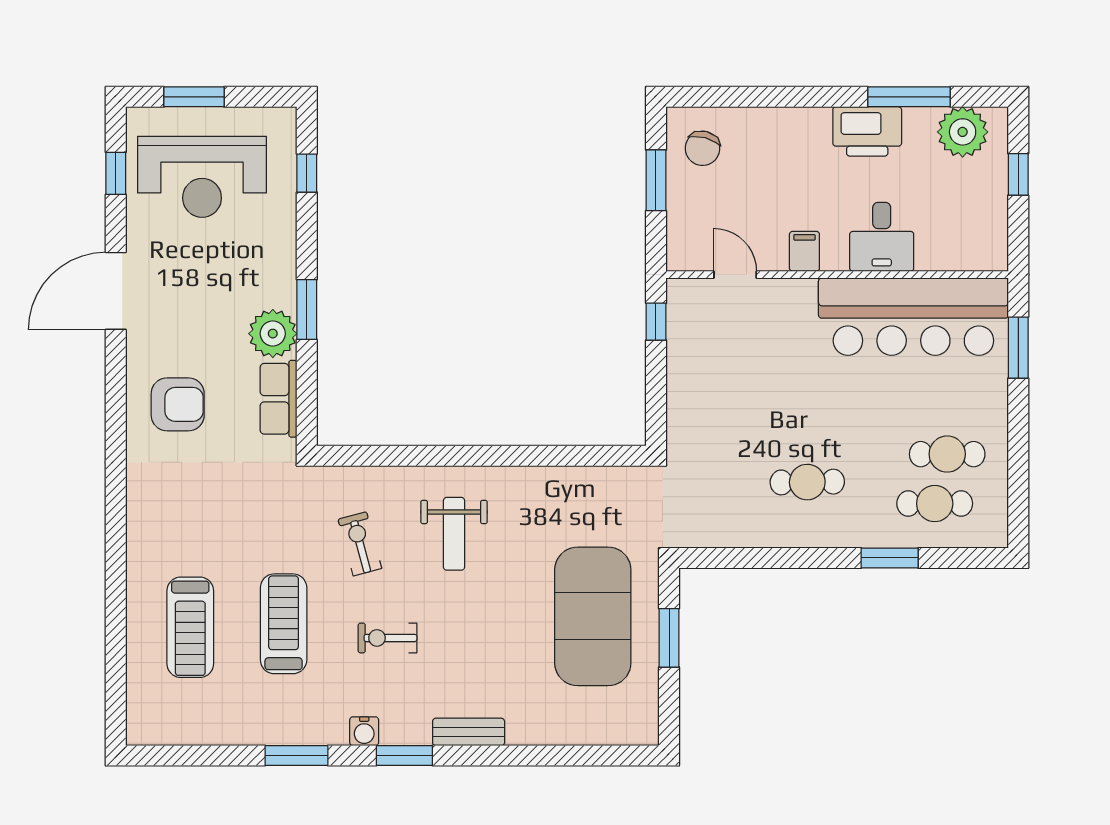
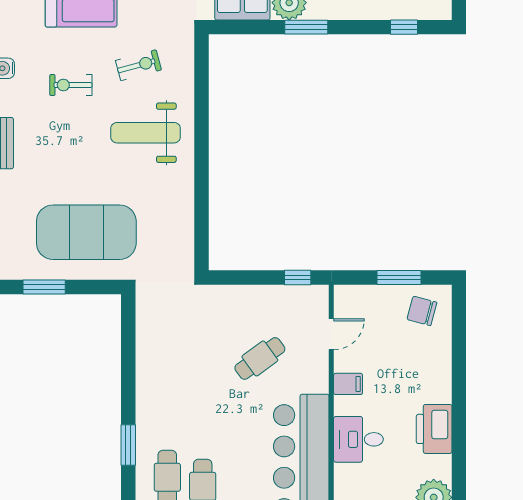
window: (909, 97) -> (459, 459), removed
cafe table: (807, 482) -> (260, 358), moved, turned 55
weight bench: (454, 534) -> (146, 133), width x1.36, depth x1.33
exercise bike: (388, 638) -> (71, 85), turned -90
window: (669, 638) -> (44, 287), moved

